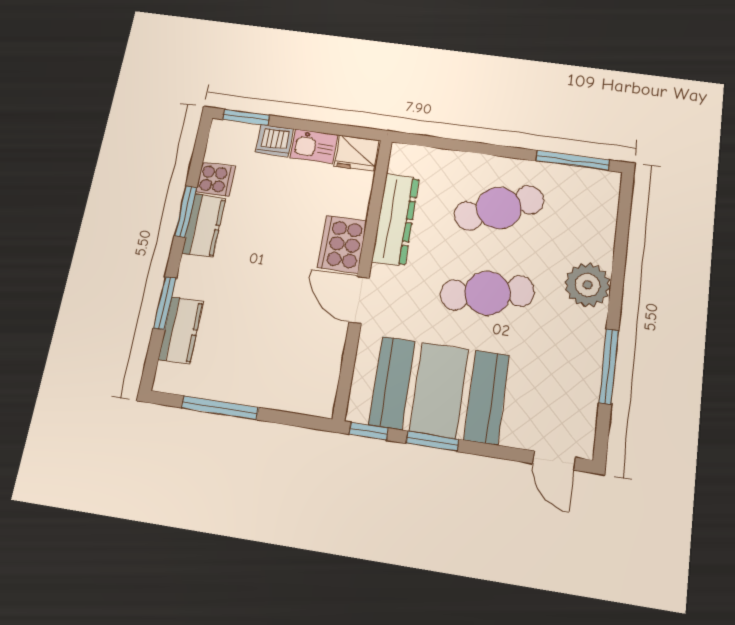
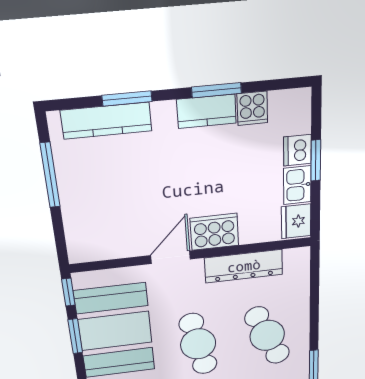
window: (246, 117) -> (316, 160), moved
kitchen counter: (181, 330) -> (106, 121), width x1.50

